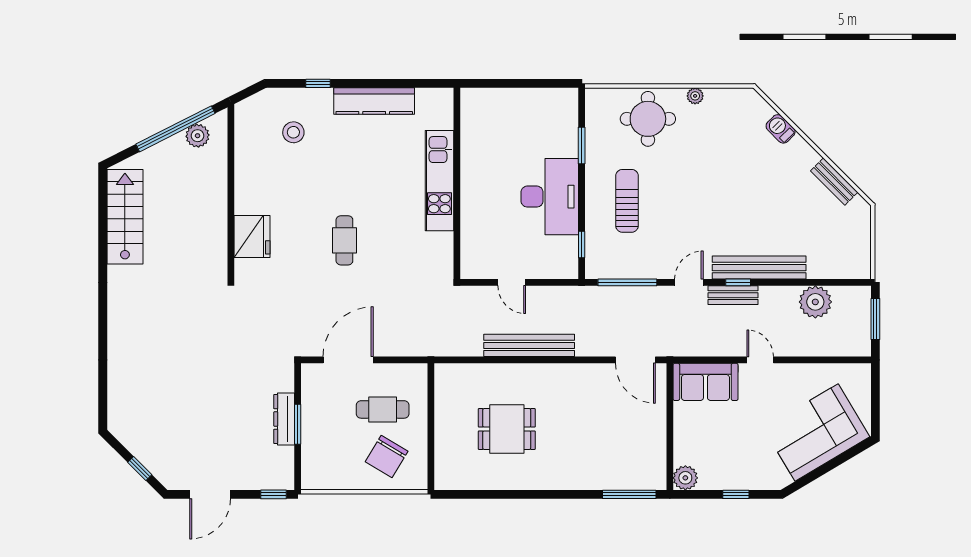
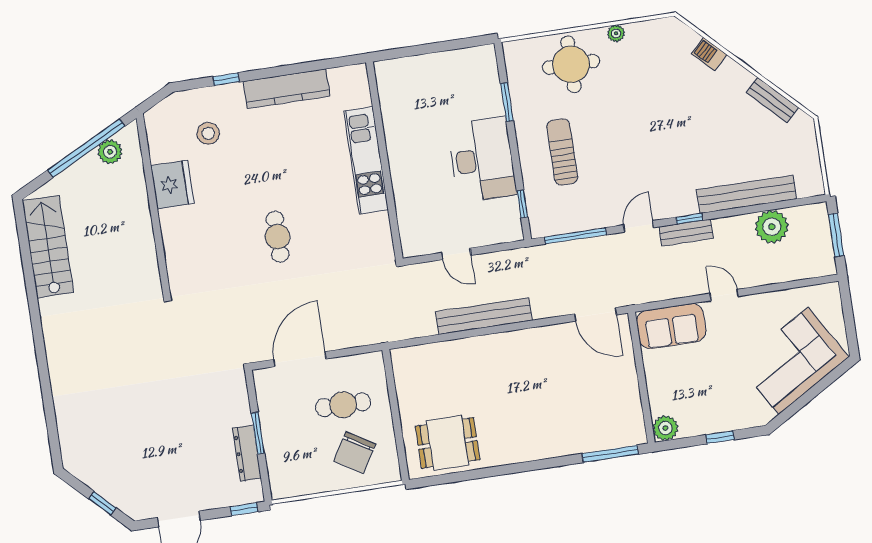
fridge: (252, 236) -> (172, 184), moved
bench: (759, 268) -> (746, 194), moved
dresser: (284, 419) -> (247, 453), moved
dining table: (507, 429) -> (448, 443), moved

